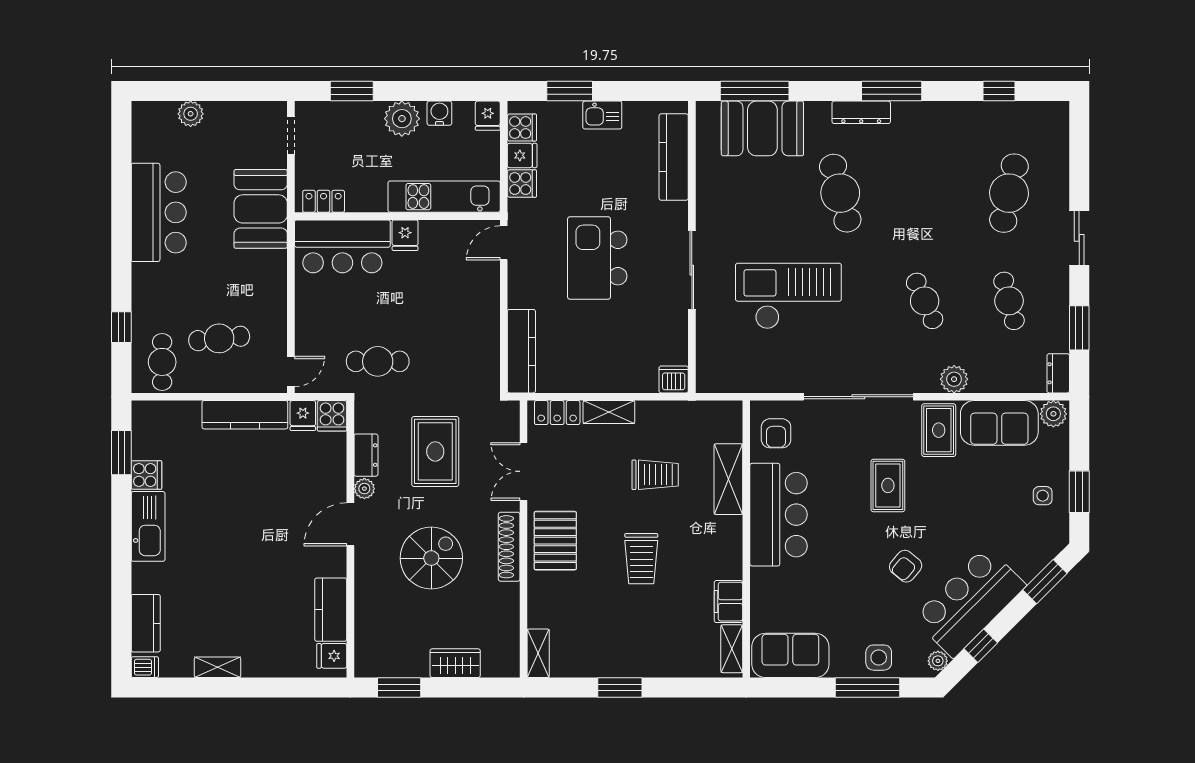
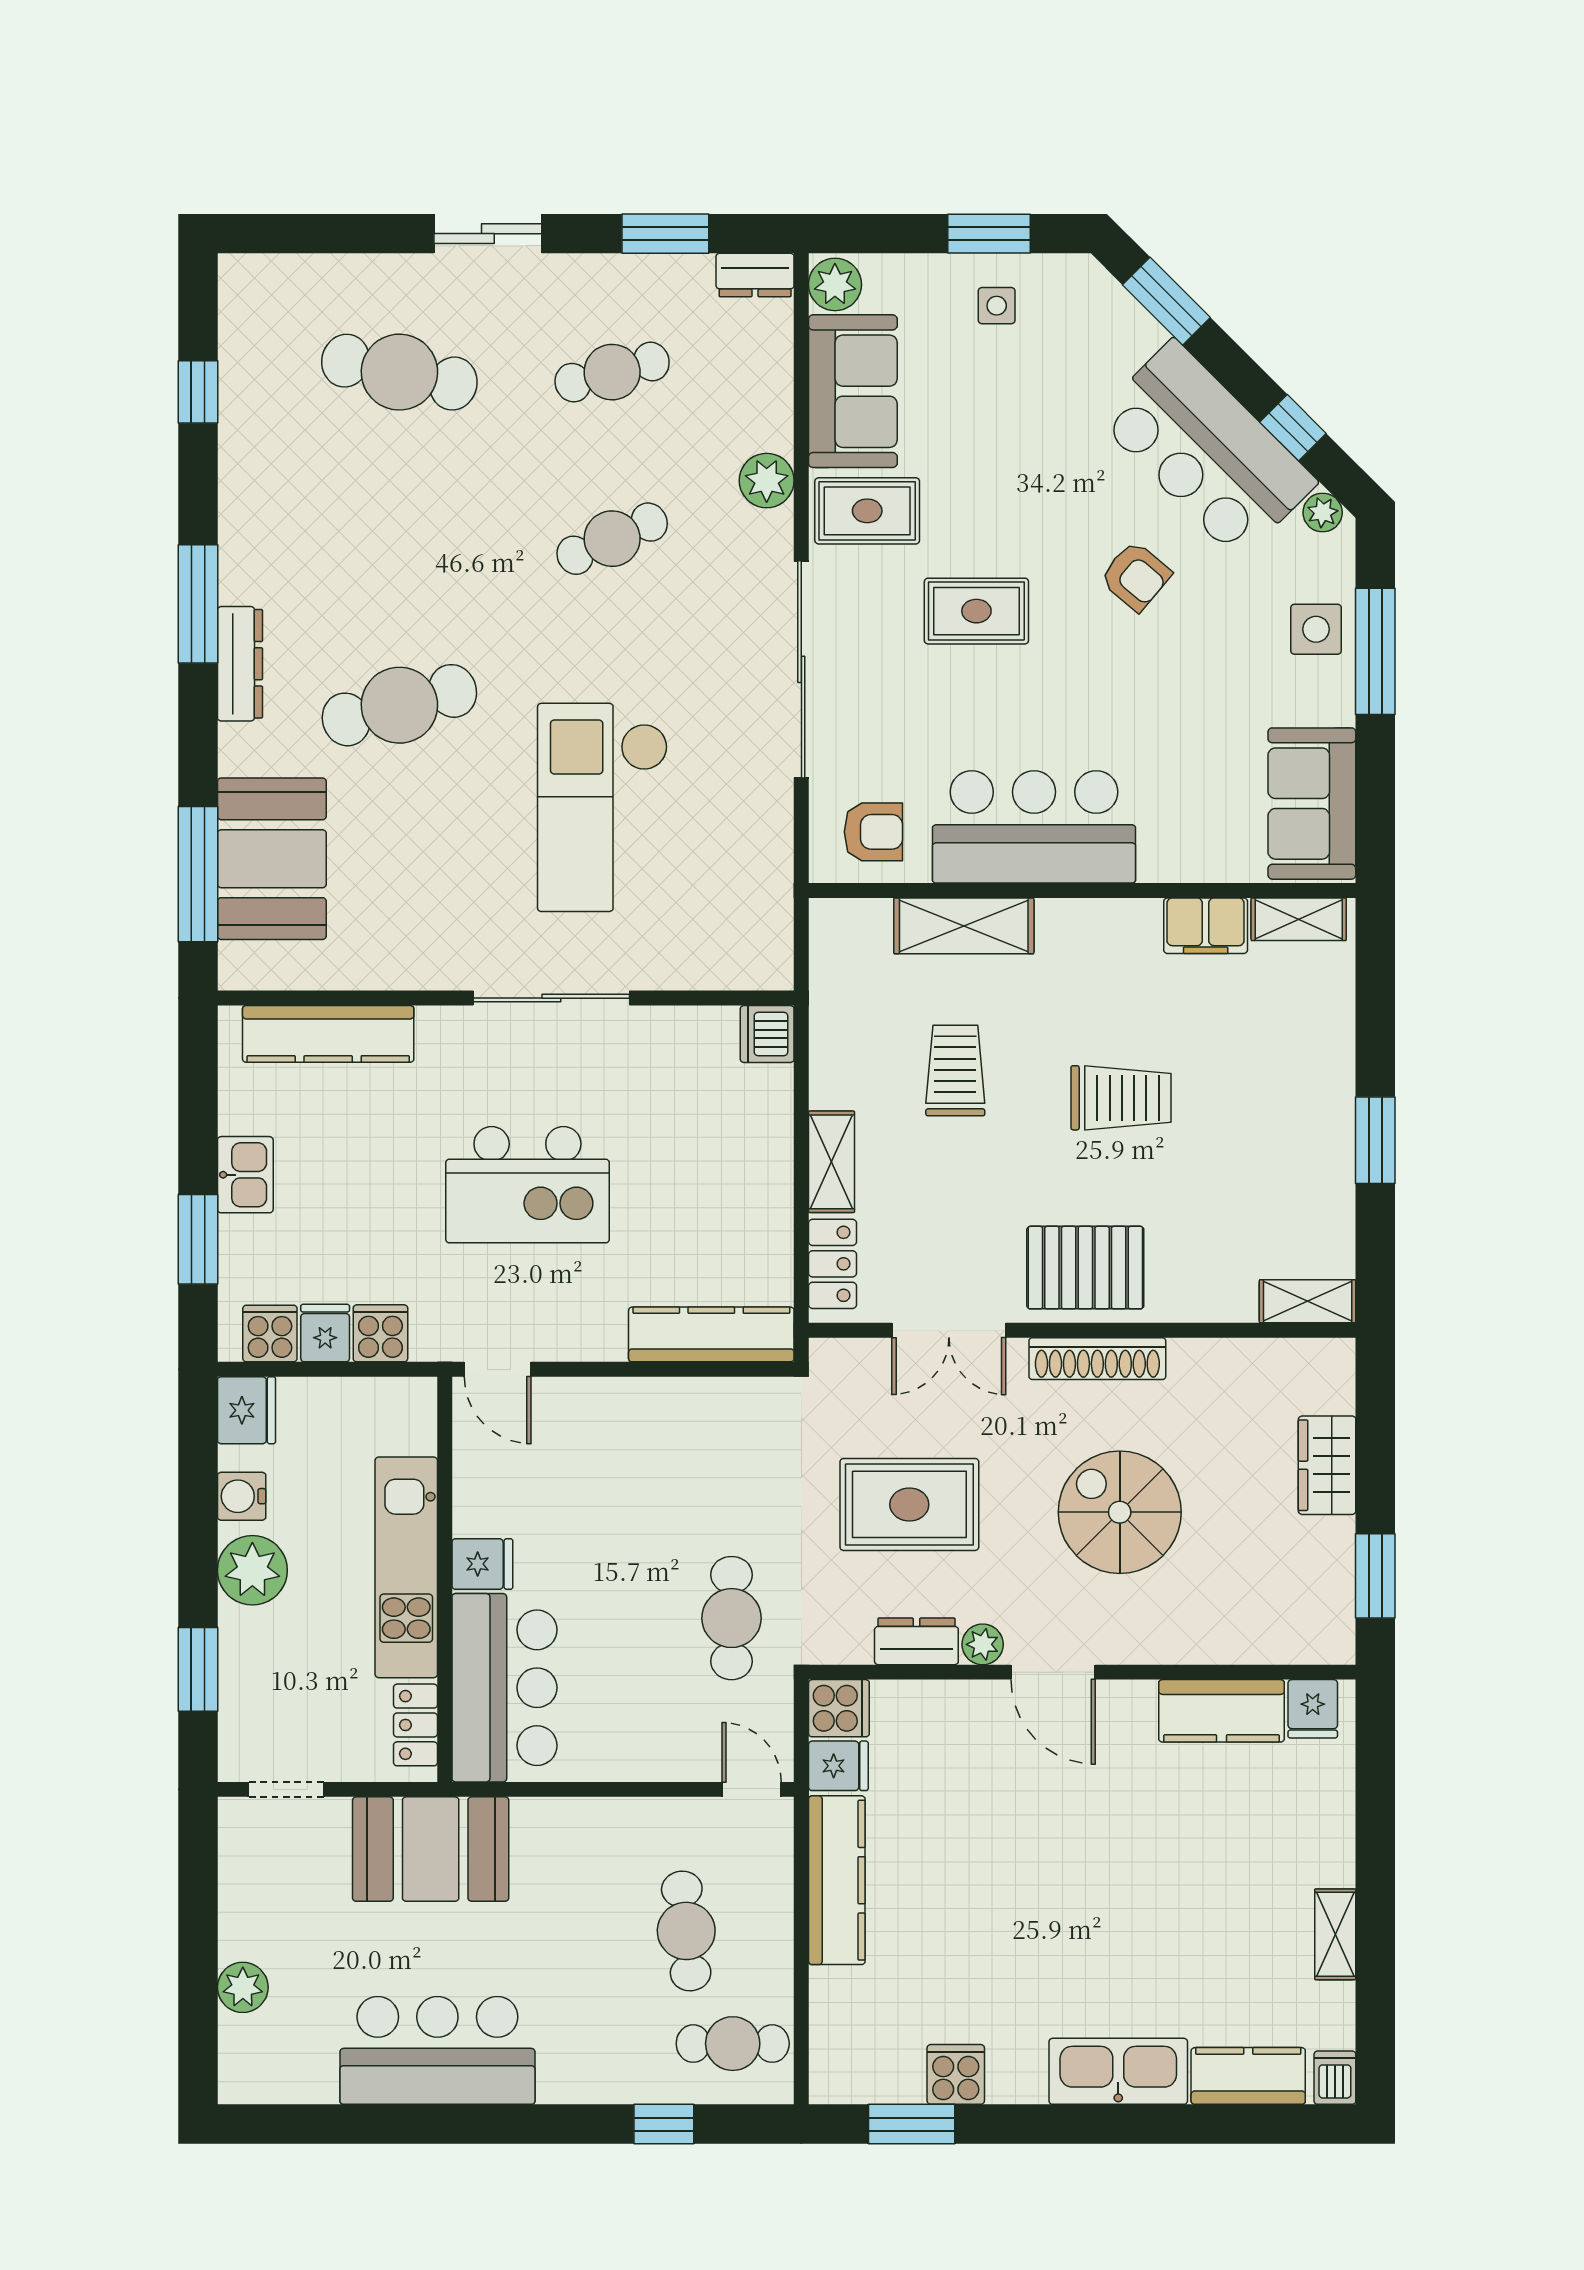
fridge: (488, 116) -> (247, 1410), width x1.38
kitchen unit: (444, 197) -> (406, 1567), moved
kitchen sink: (148, 526) -> (1118, 2071), moved

